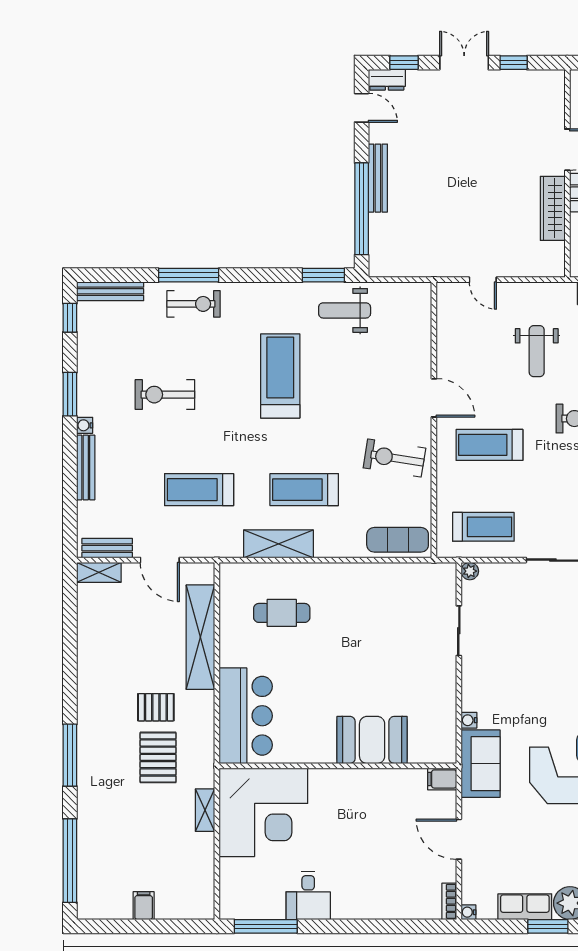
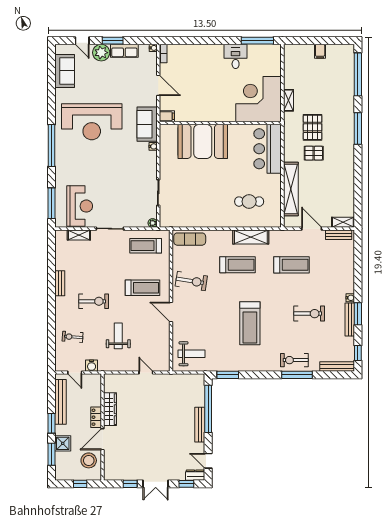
weight bench: (345, 310) -> (192, 354), moved
bench: (86, 467) -> (350, 319), moved
booth: (372, 740) -> (203, 141), width x1.36, depth x1.42

